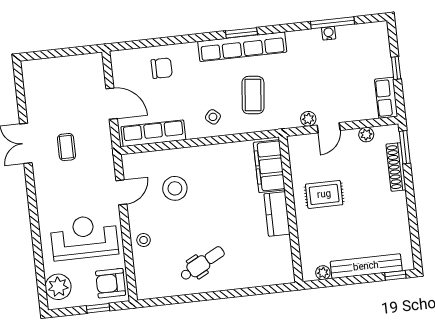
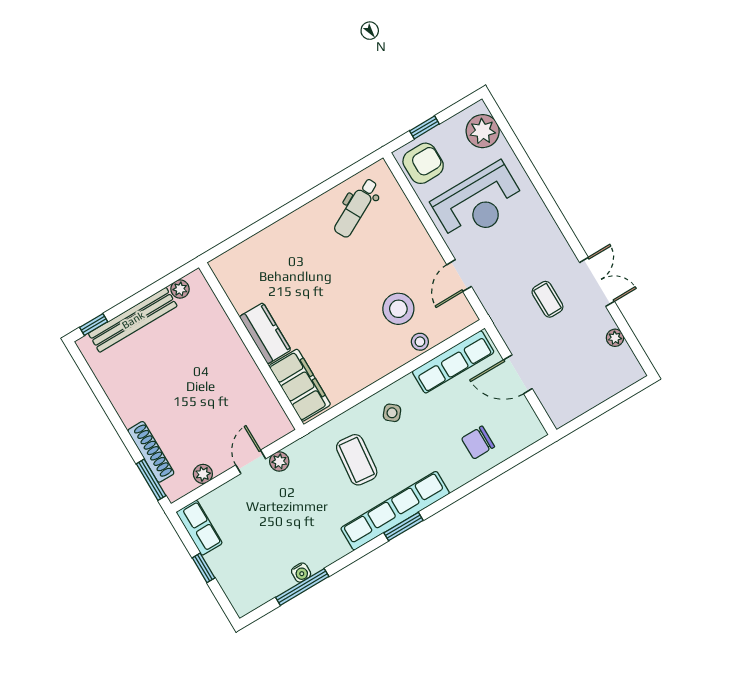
plant: (31, 98) -> (615, 338), added
rug: (324, 194) -> (220, 381), removed
stool: (144, 240) -> (420, 342), moved
dental chair: (202, 264) -> (356, 208), moved

